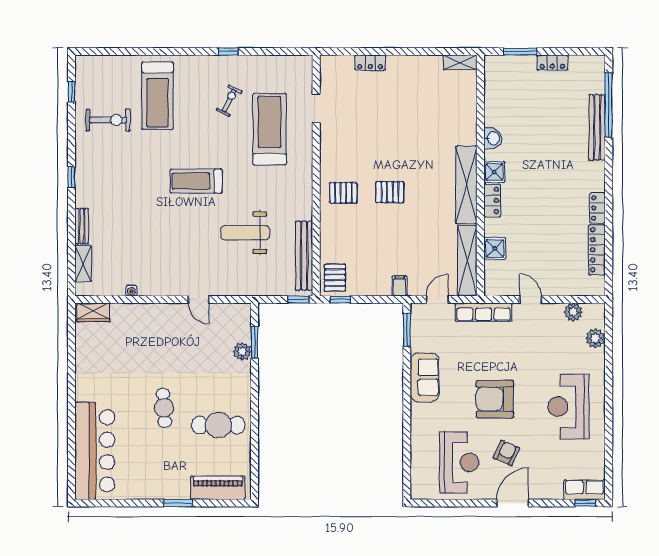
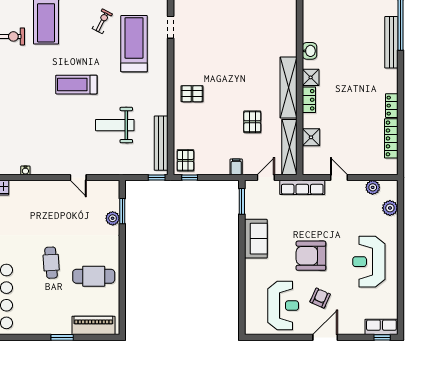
pallet: (390, 192) -> (252, 122), moved, turned 90

